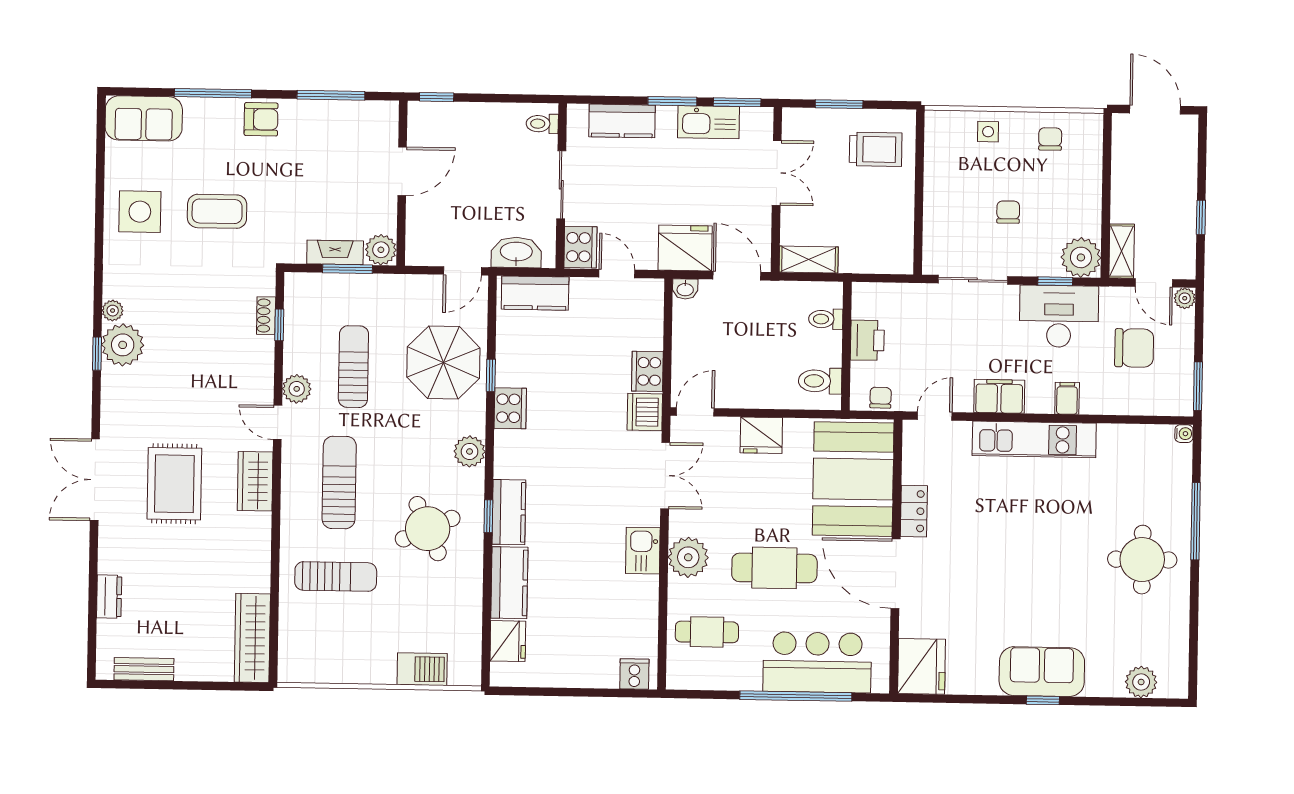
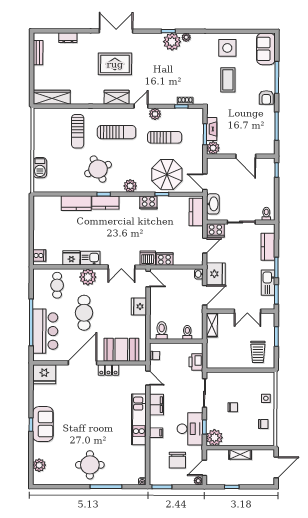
shelving: (1122, 251) -> (240, 454), moved
printer: (867, 340) -> (196, 362), moved, turned 90
booth: (853, 479) -> (121, 350), width x0.73, depth x0.70
fridge: (508, 641) -> (71, 258), moved, turned 180

